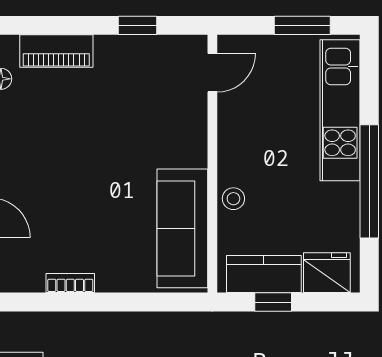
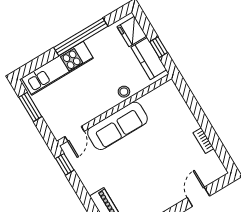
window: (138, 25) -> (65, 164), moved
door: (212, 73) -> (75, 134), swing flipped
sofa: (182, 228) -> (117, 126), moved

